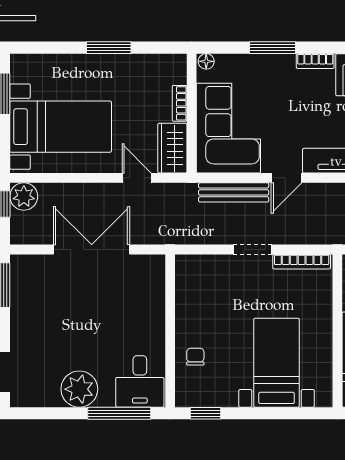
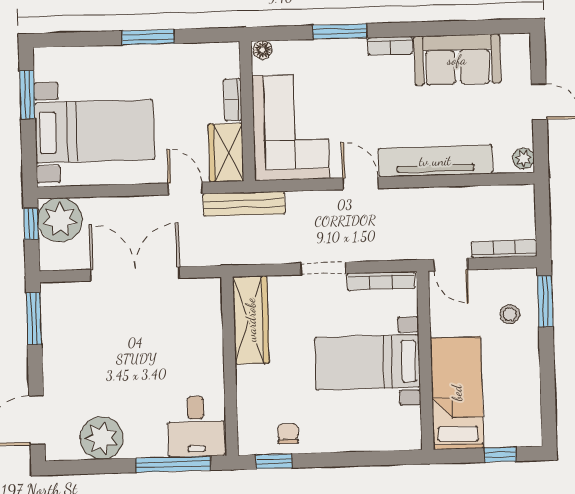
door: (287, 178) -> (361, 183), swing flipped
bench: (234, 192) -> (244, 204), moved
plant: (24, 196) -> (60, 220), width x1.36, depth x1.36
wardrobe: (189, 292) -> (251, 320), added
chair: (195, 357) -> (288, 434), moved
bed with nightstands: (277, 363) -> (368, 362), moved, turned -90
plant: (79, 389) -> (102, 438), moved

